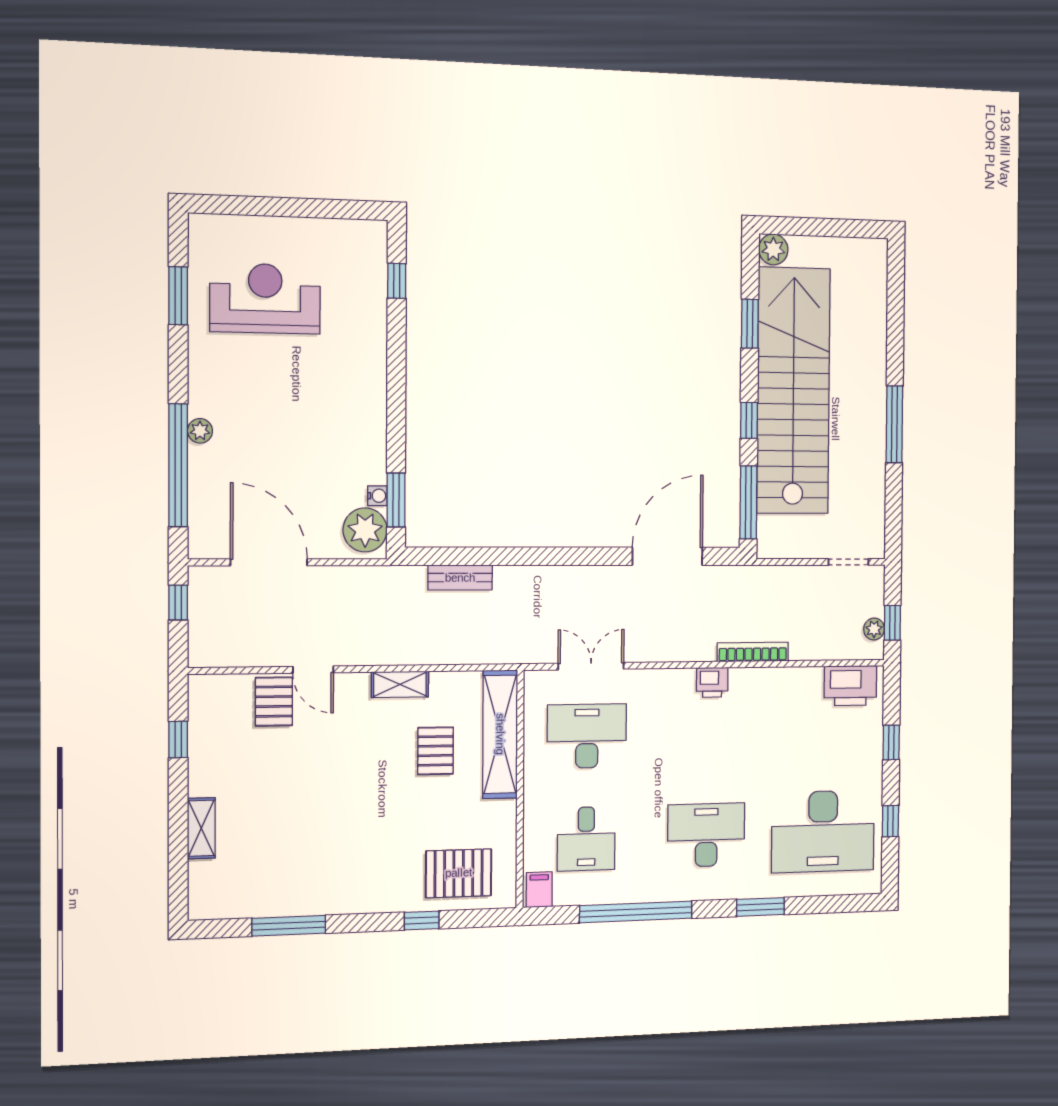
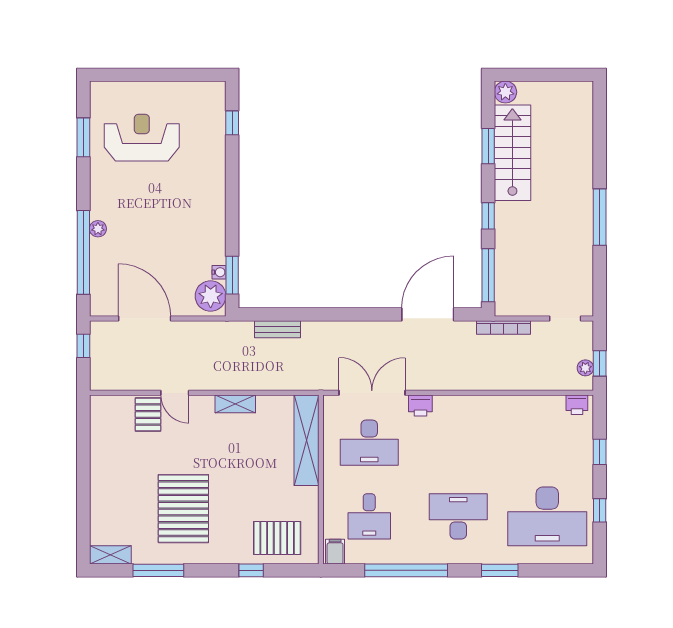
stairs: (793, 391) -> (512, 153), width x0.54, depth x0.66
bookcase: (753, 652) -> (504, 327), moved, turned 180
double door: (591, 666) -> (372, 393), width x1.37
printer: (712, 682) -> (420, 406), moved
printer: (850, 686) -> (577, 405), width x0.53, depth x0.68
desk: (587, 736) -> (369, 443), turned 180
window: (178, 739) -> (83, 439), removed
pallet: (436, 751) -> (183, 509), moved, width x2.05, depth x2.00
shelving: (201, 828) -> (110, 555), moved, turned 90

